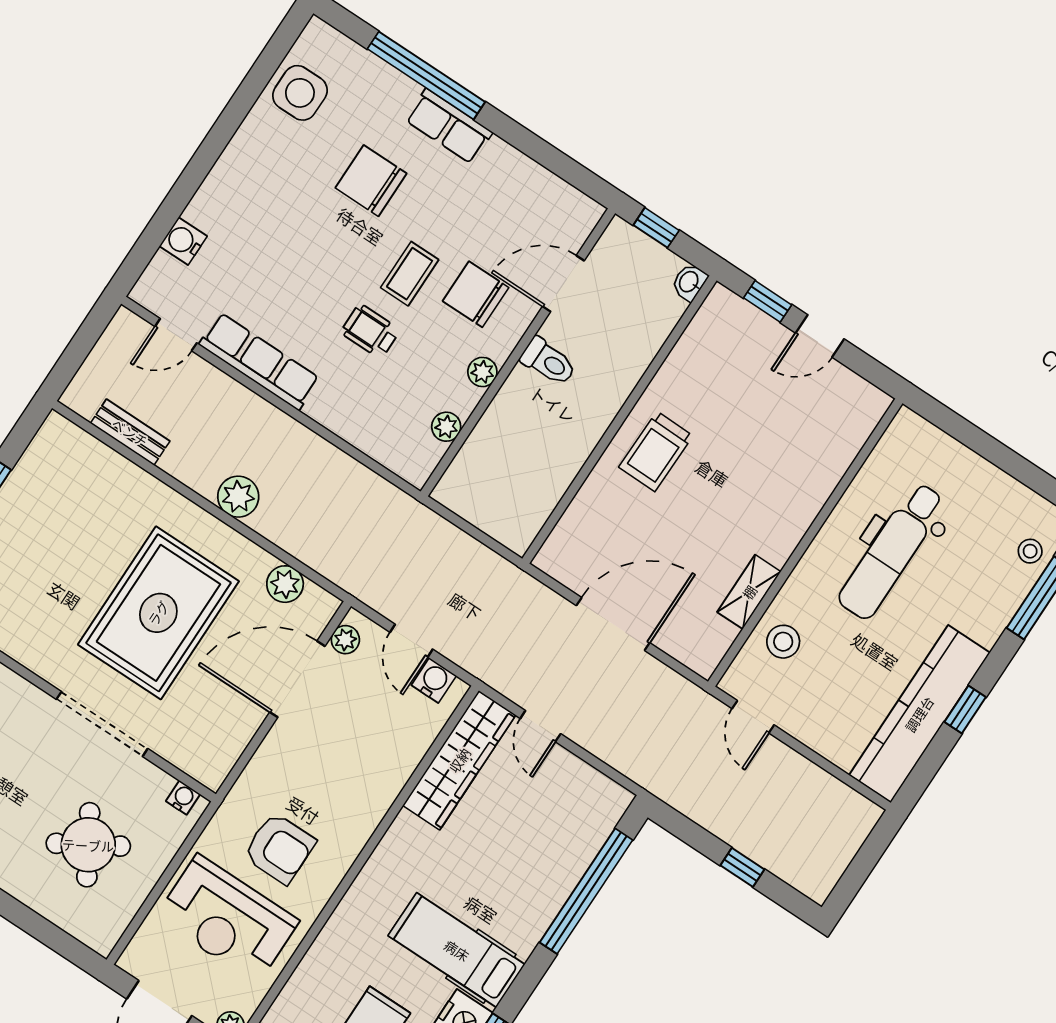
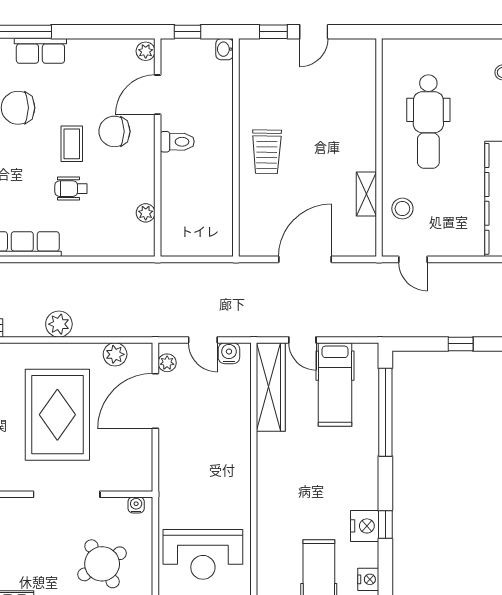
plant: (482, 372) -> (146, 51), moved
armchair: (279, 848) -> (206, 498), removed
hospital bed: (457, 950) -> (335, 384), moved, turned -90

